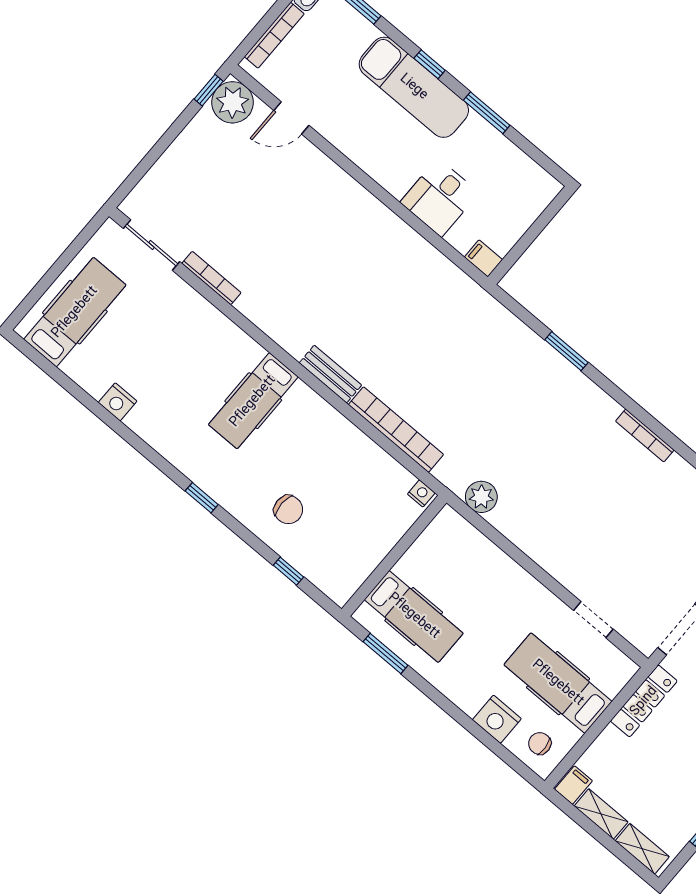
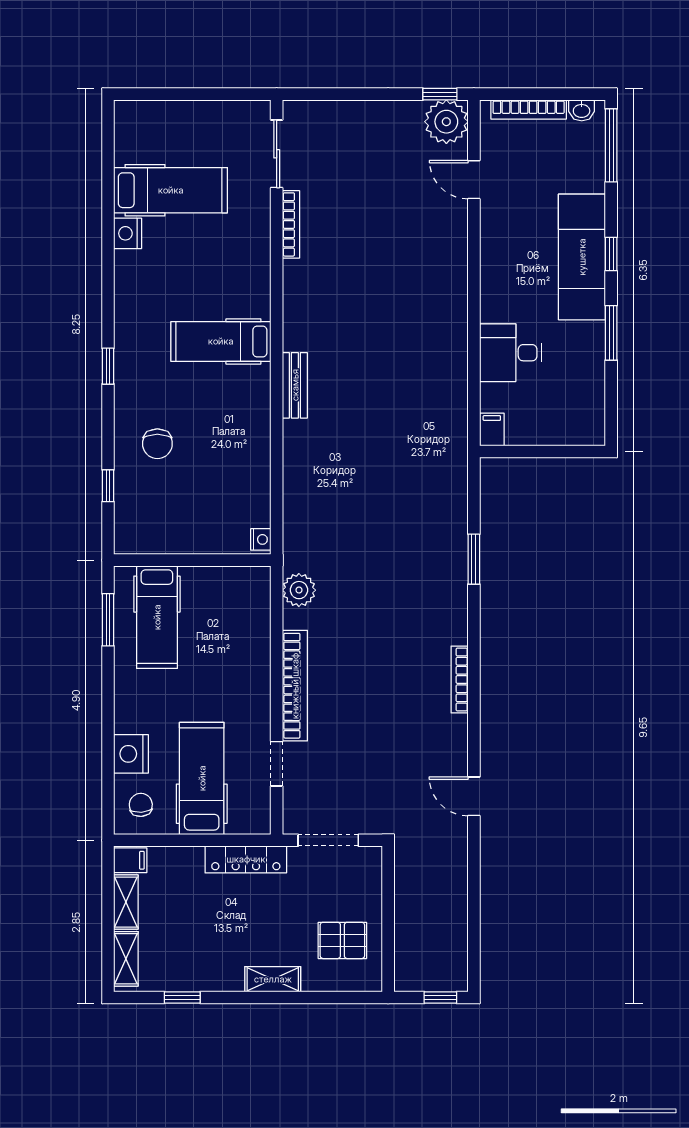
hospital bed: (75, 312) -> (171, 190), moved
bookcase: (396, 430) -> (295, 686), moved

